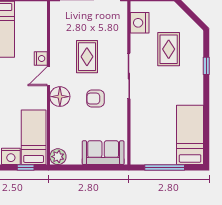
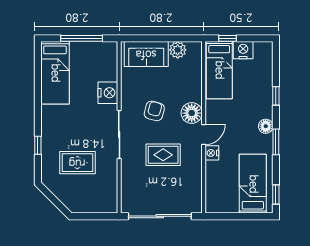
nightstand: (140, 23) -> (108, 93), moved
rug: (169, 49) -> (77, 163), turned 90
rug: (87, 57) -> (163, 155), turned 90
armchair: (95, 99) -> (154, 111), turned -75
plant: (58, 157) -> (178, 50), moved

